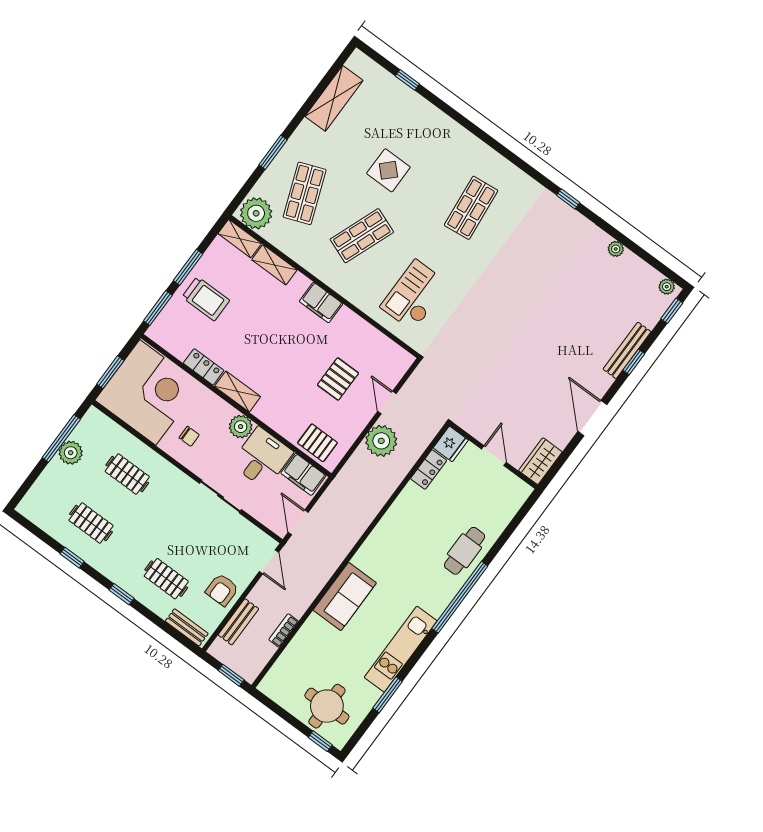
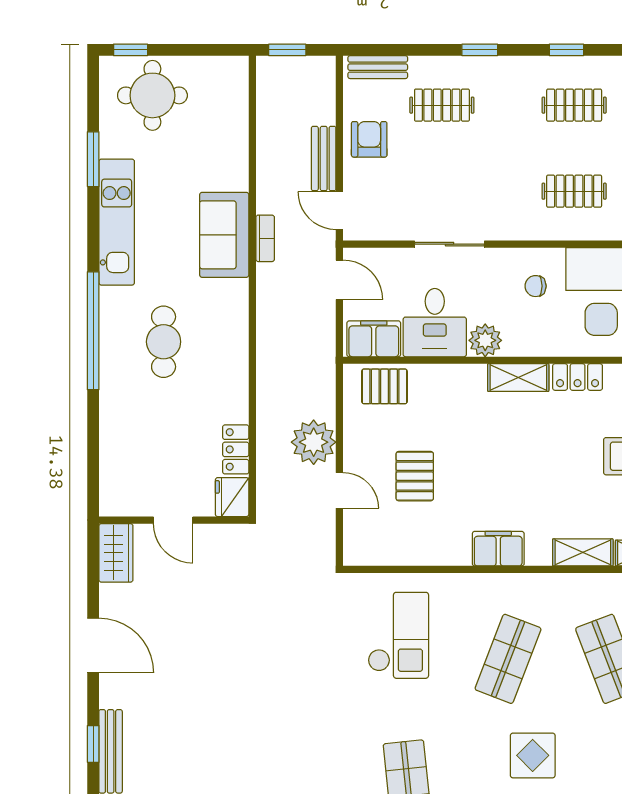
cafe table: (465, 551) -> (164, 342), moved
bench: (238, 622) -> (324, 158), moved
bookcase: (284, 630) -> (265, 238), moved

